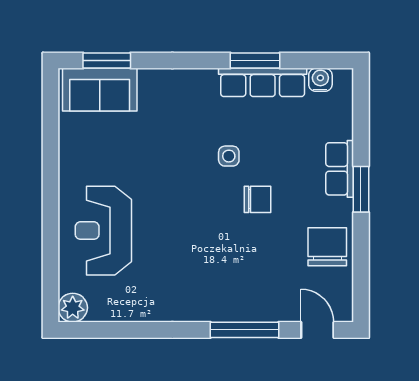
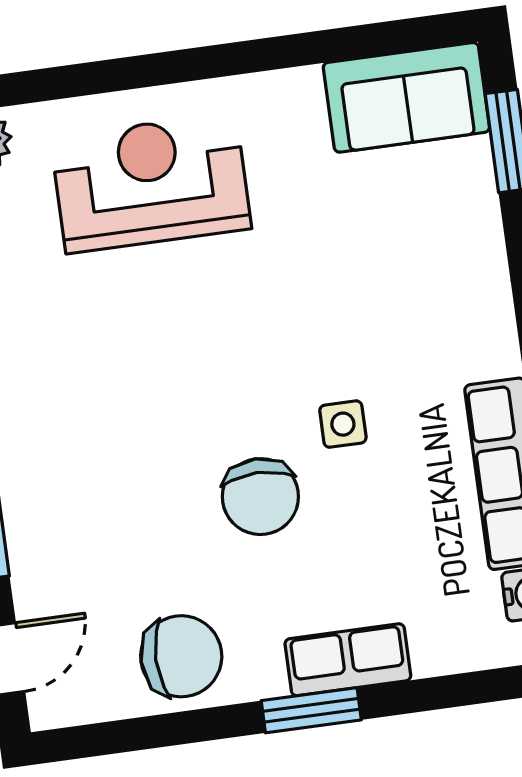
sofa: (100, 90) -> (406, 97), moved, turned -90
chair: (257, 199) -> (260, 497), width x1.37, depth x1.37

